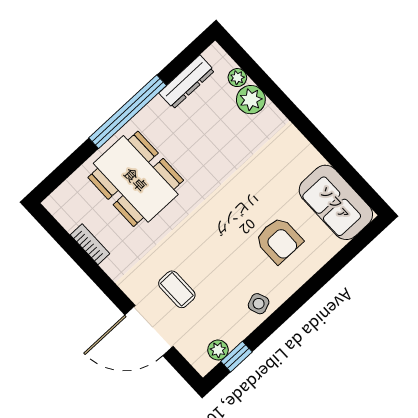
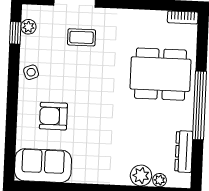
bookcase: (90, 244) -> (183, 17), moved

